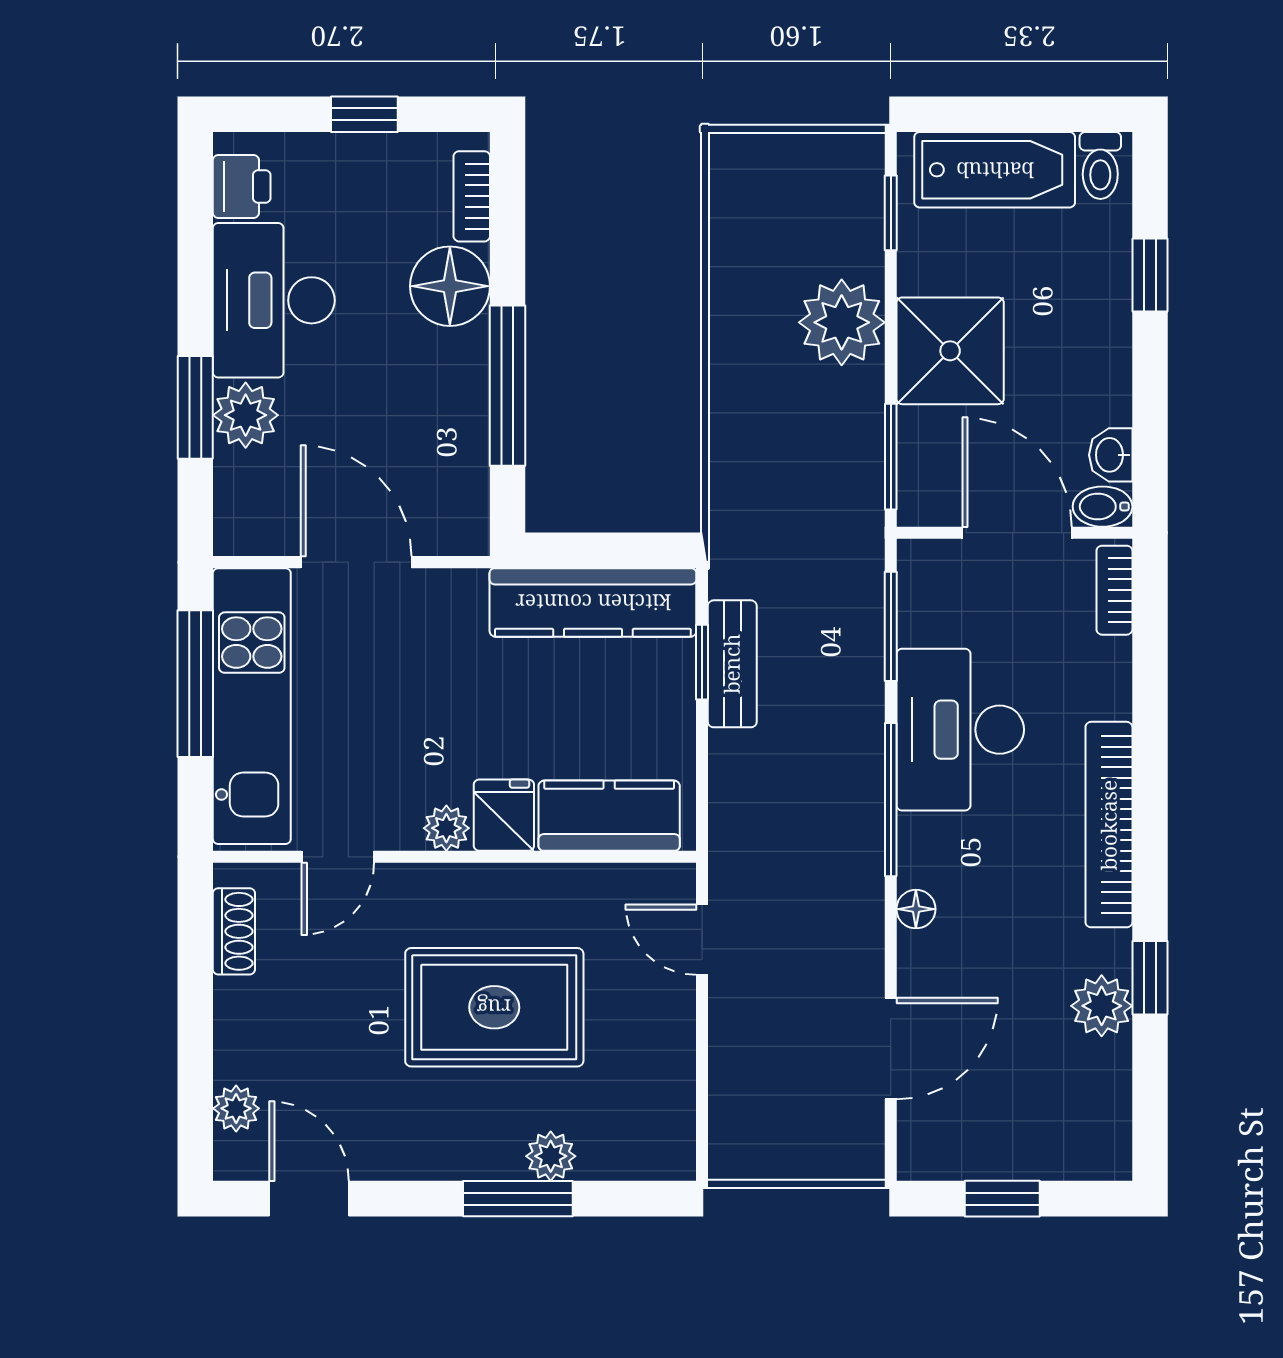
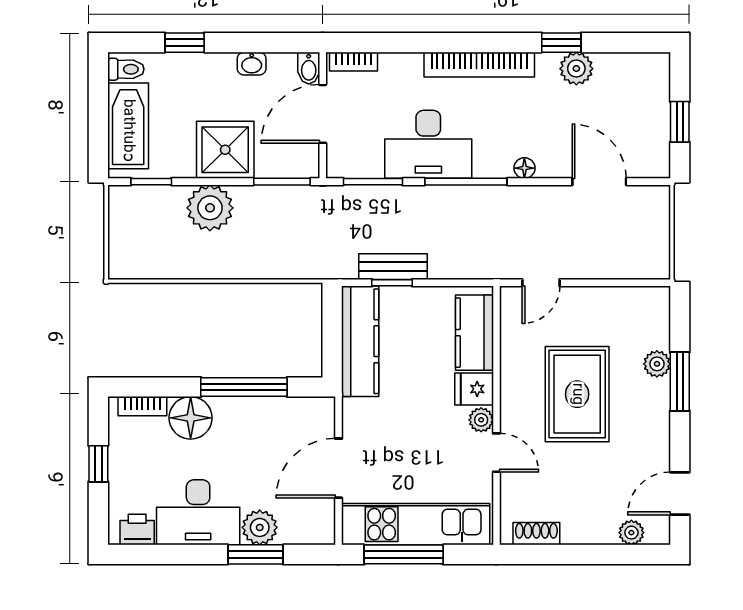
washbasin: (1111, 455) -> (252, 64), moved
door: (338, 857) -> (496, 453), moved

